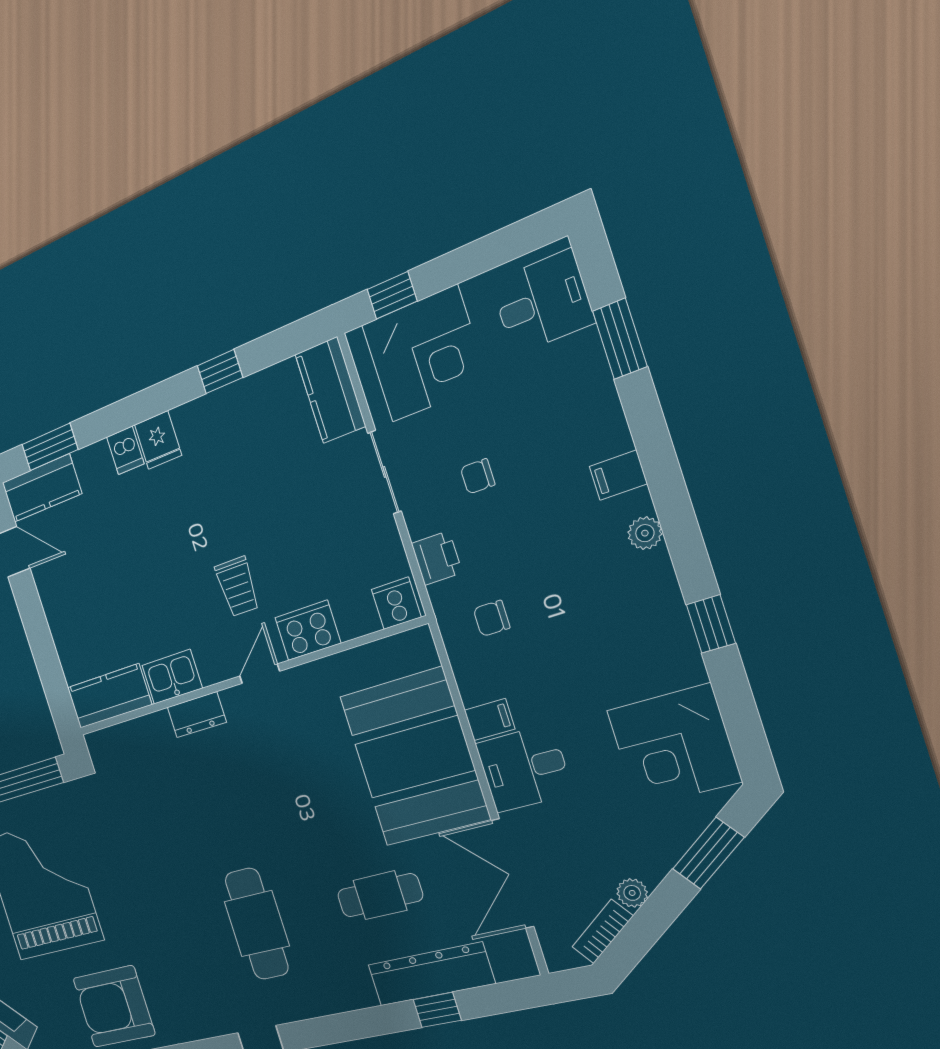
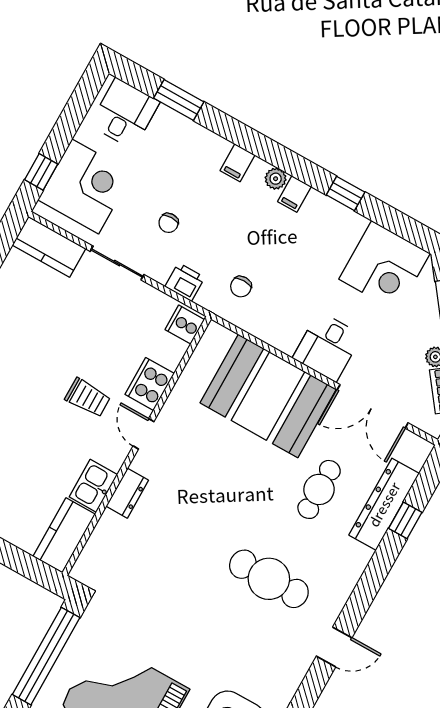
filing cabinet: (490, 720) -> (294, 194), moved, turned 180

